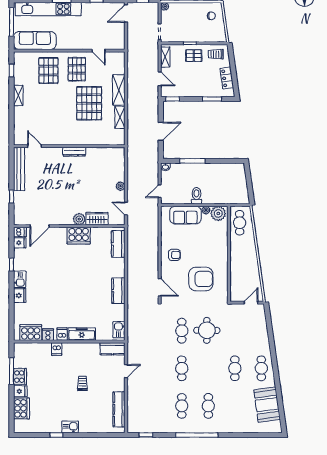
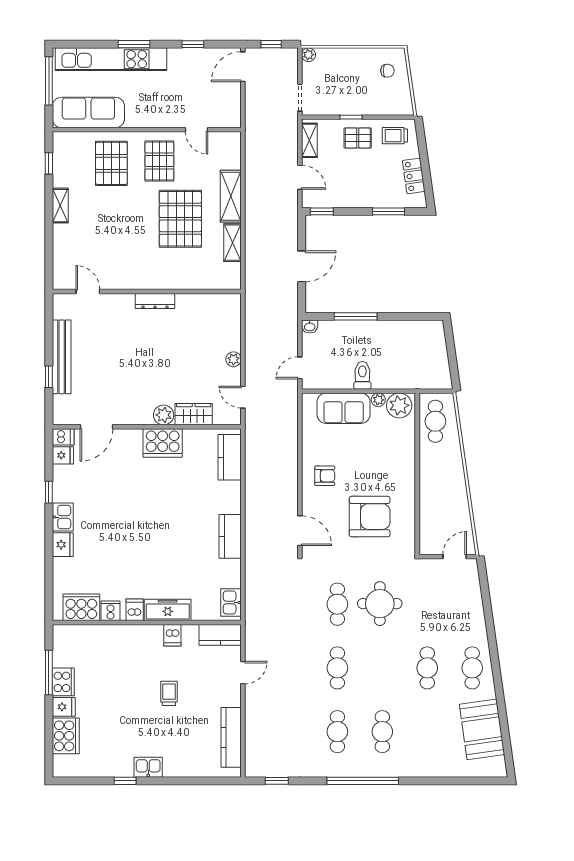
bench: (19, 169) -> (62, 357), moved
dishwasher: (57, 349) -> (172, 635), moved

